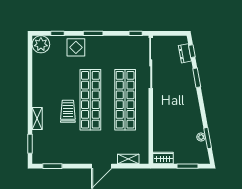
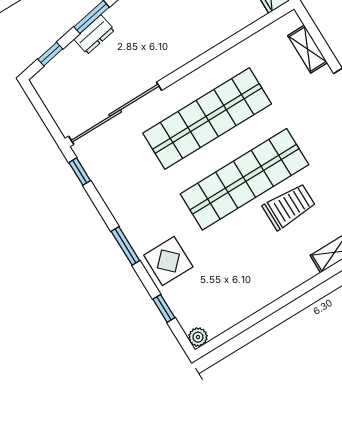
plant: (41, 44) -> (198, 337), width x0.53, depth x0.53
dresser: (185, 53) -> (94, 35), moved
trolley: (68, 111) -> (289, 206), turned 180

